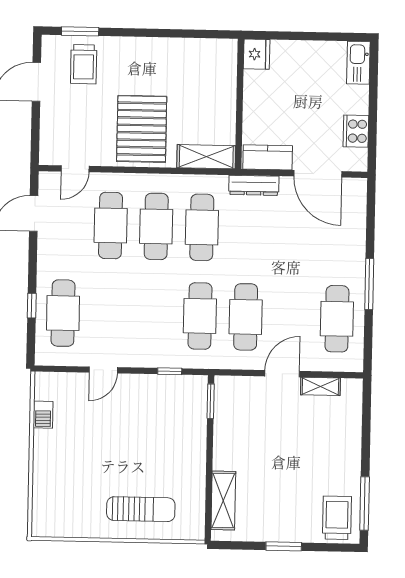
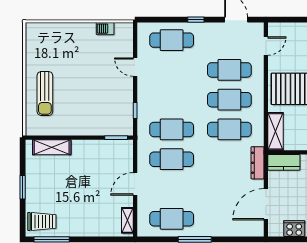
kitchen counter: (268, 157) -> (284, 162), moved, turned 90
door: (75, 169) -> (266, 46), swing flipped
window: (32, 306) -> (196, 20), moved
door: (282, 374) -> (135, 184), swing flipped
shelving: (320, 386) -> (127, 220), moved

